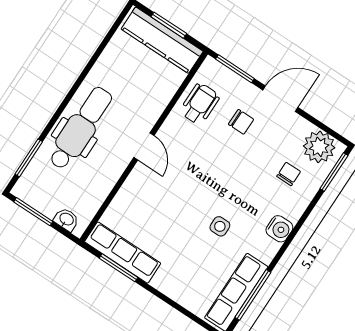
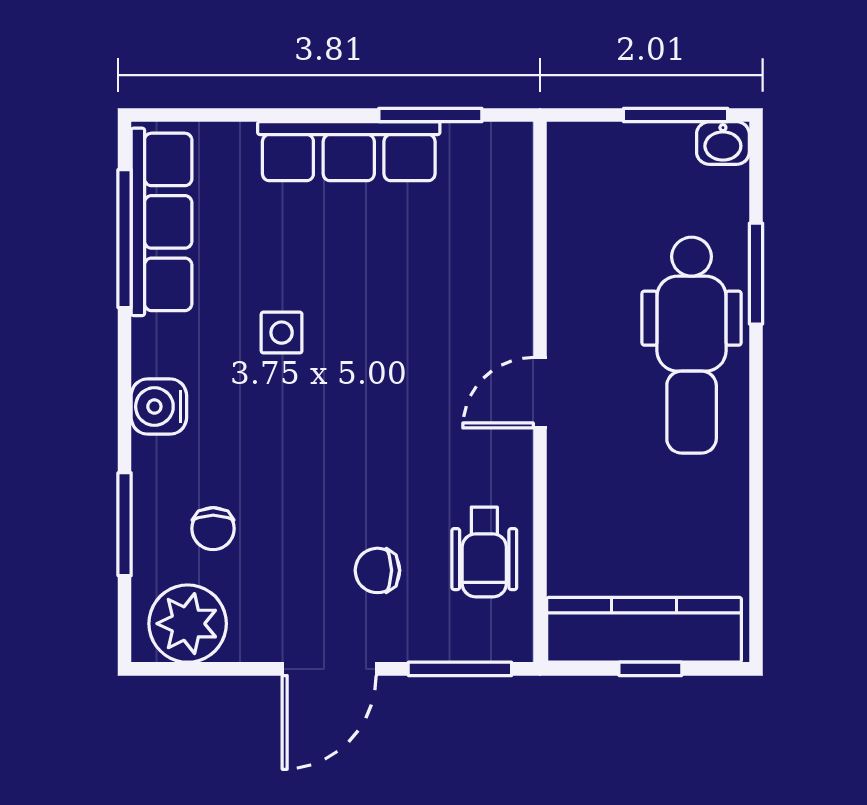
window: (169, 25) -> (650, 669), width x0.67
door: (144, 146) -> (540, 393), hinge flipped
window: (29, 158) -> (756, 274), moved
window: (334, 172) -> (125, 524), moved
washbasin: (66, 220) -> (723, 143), moved
row of seats: (123, 253) -> (349, 151), moved

